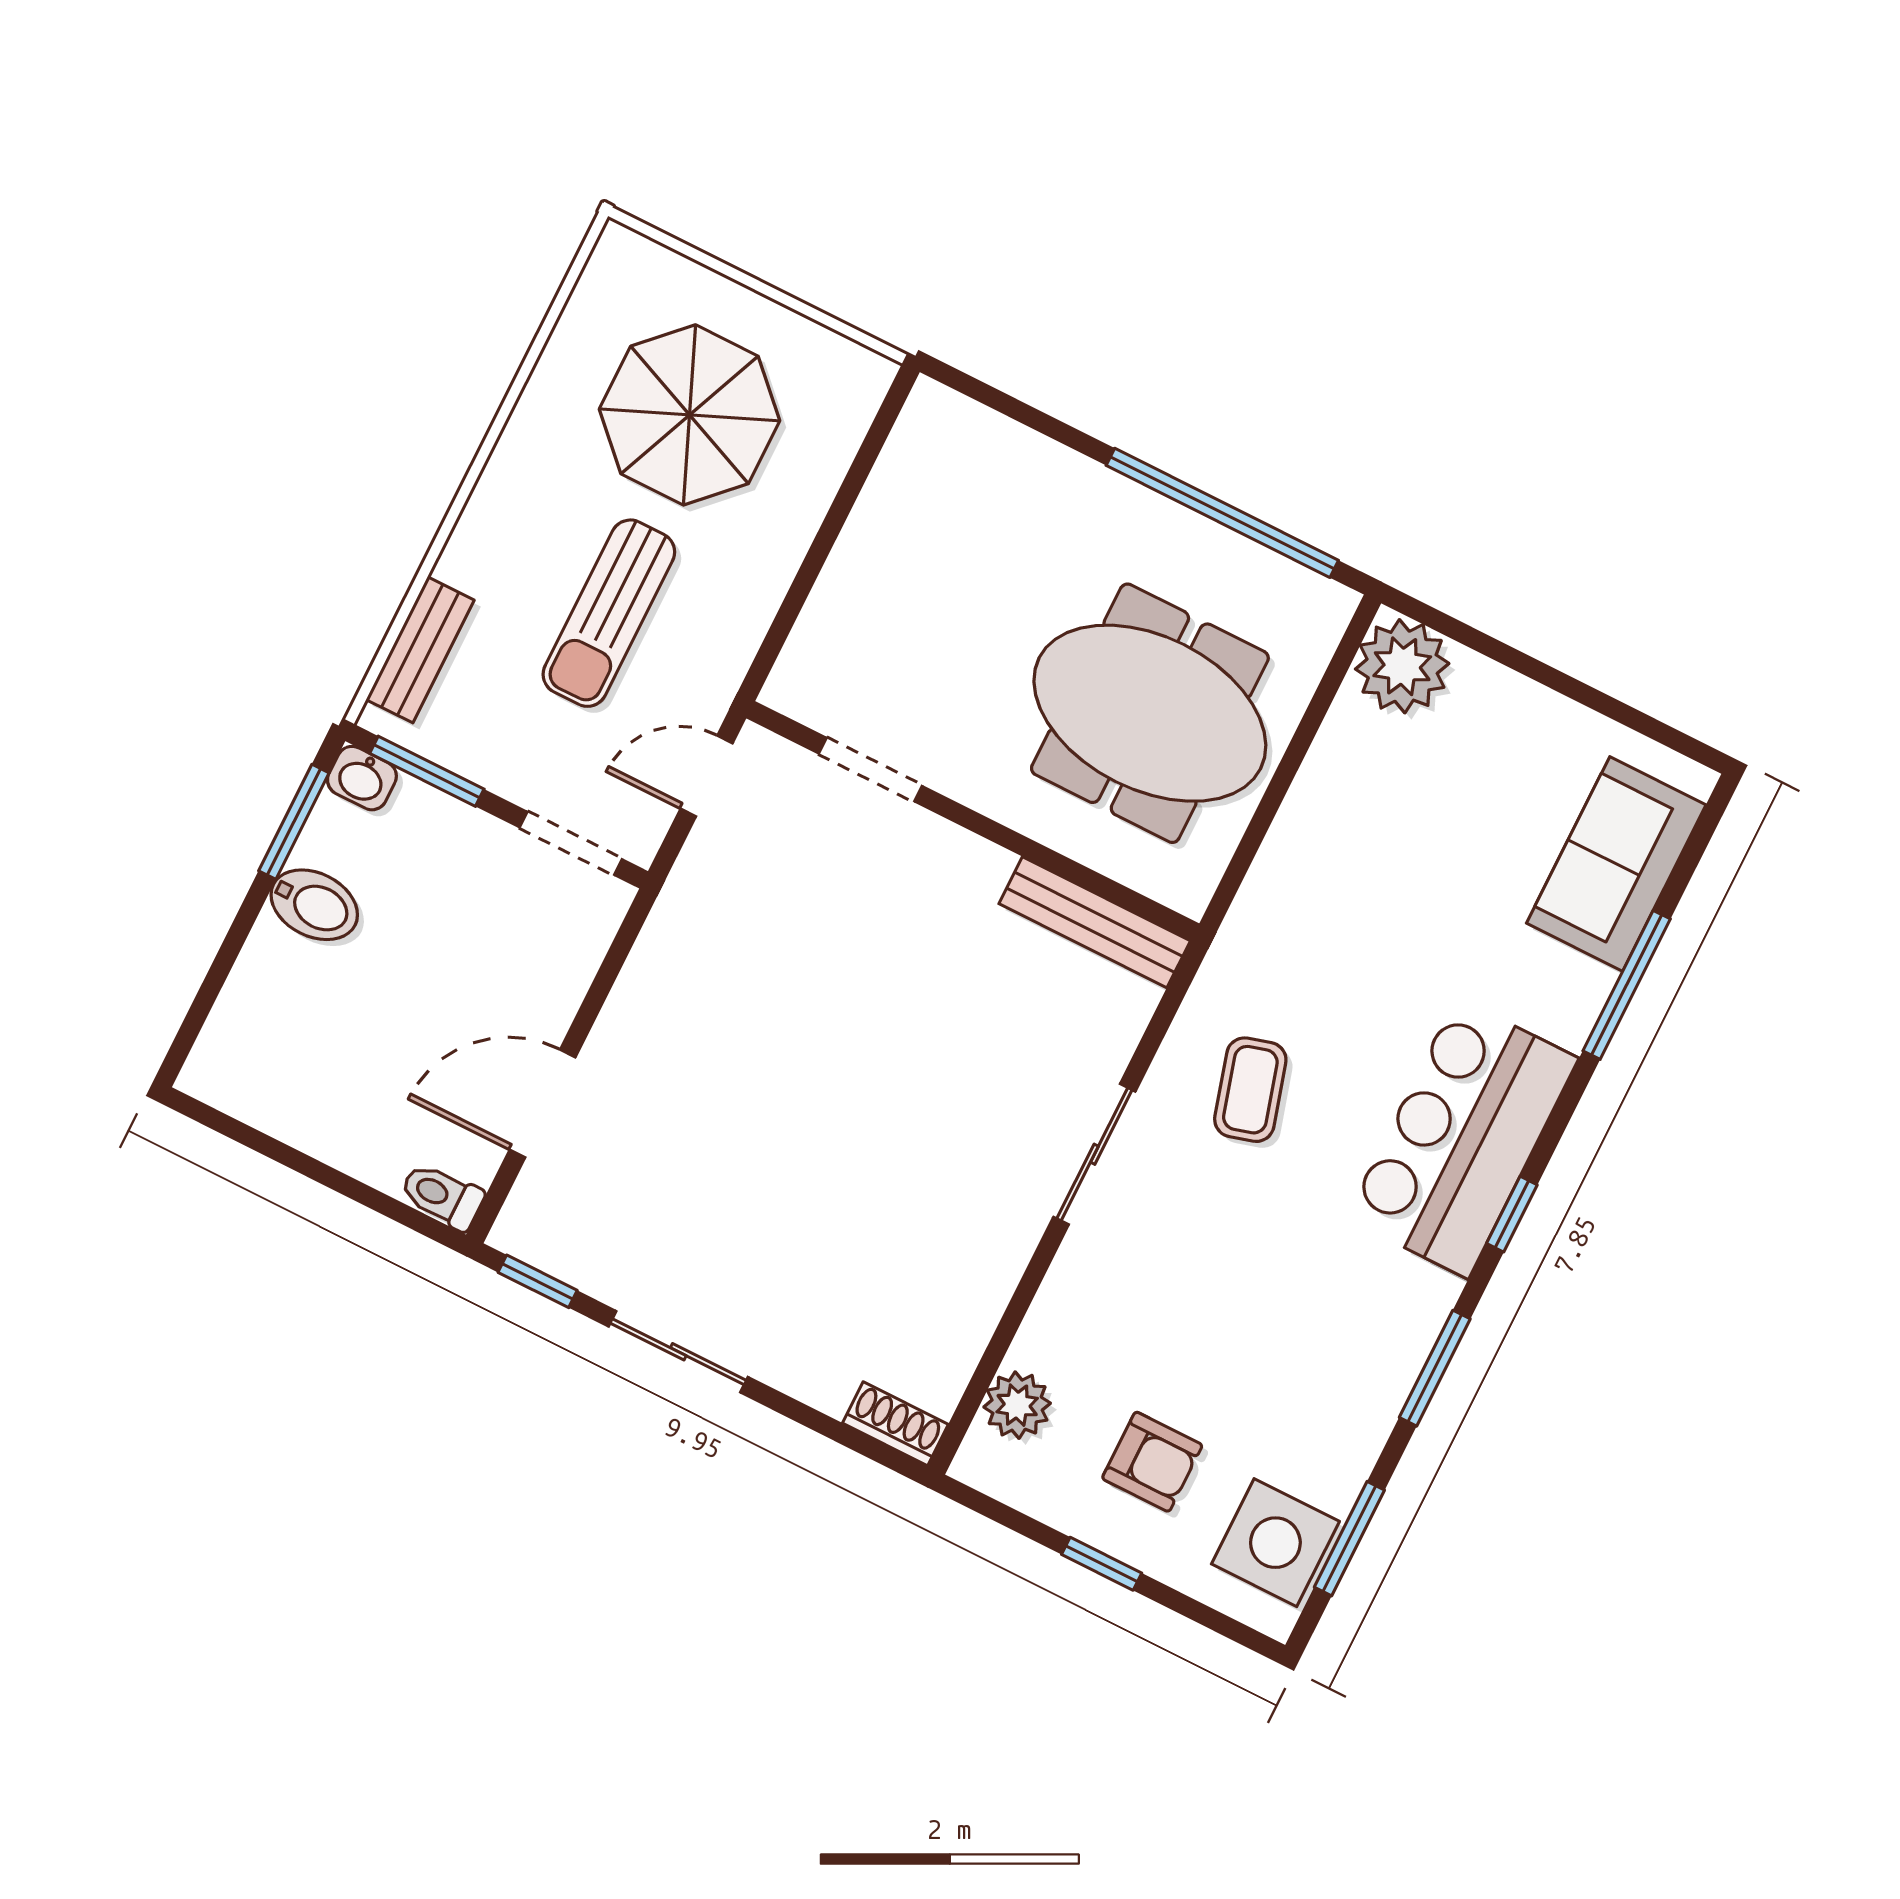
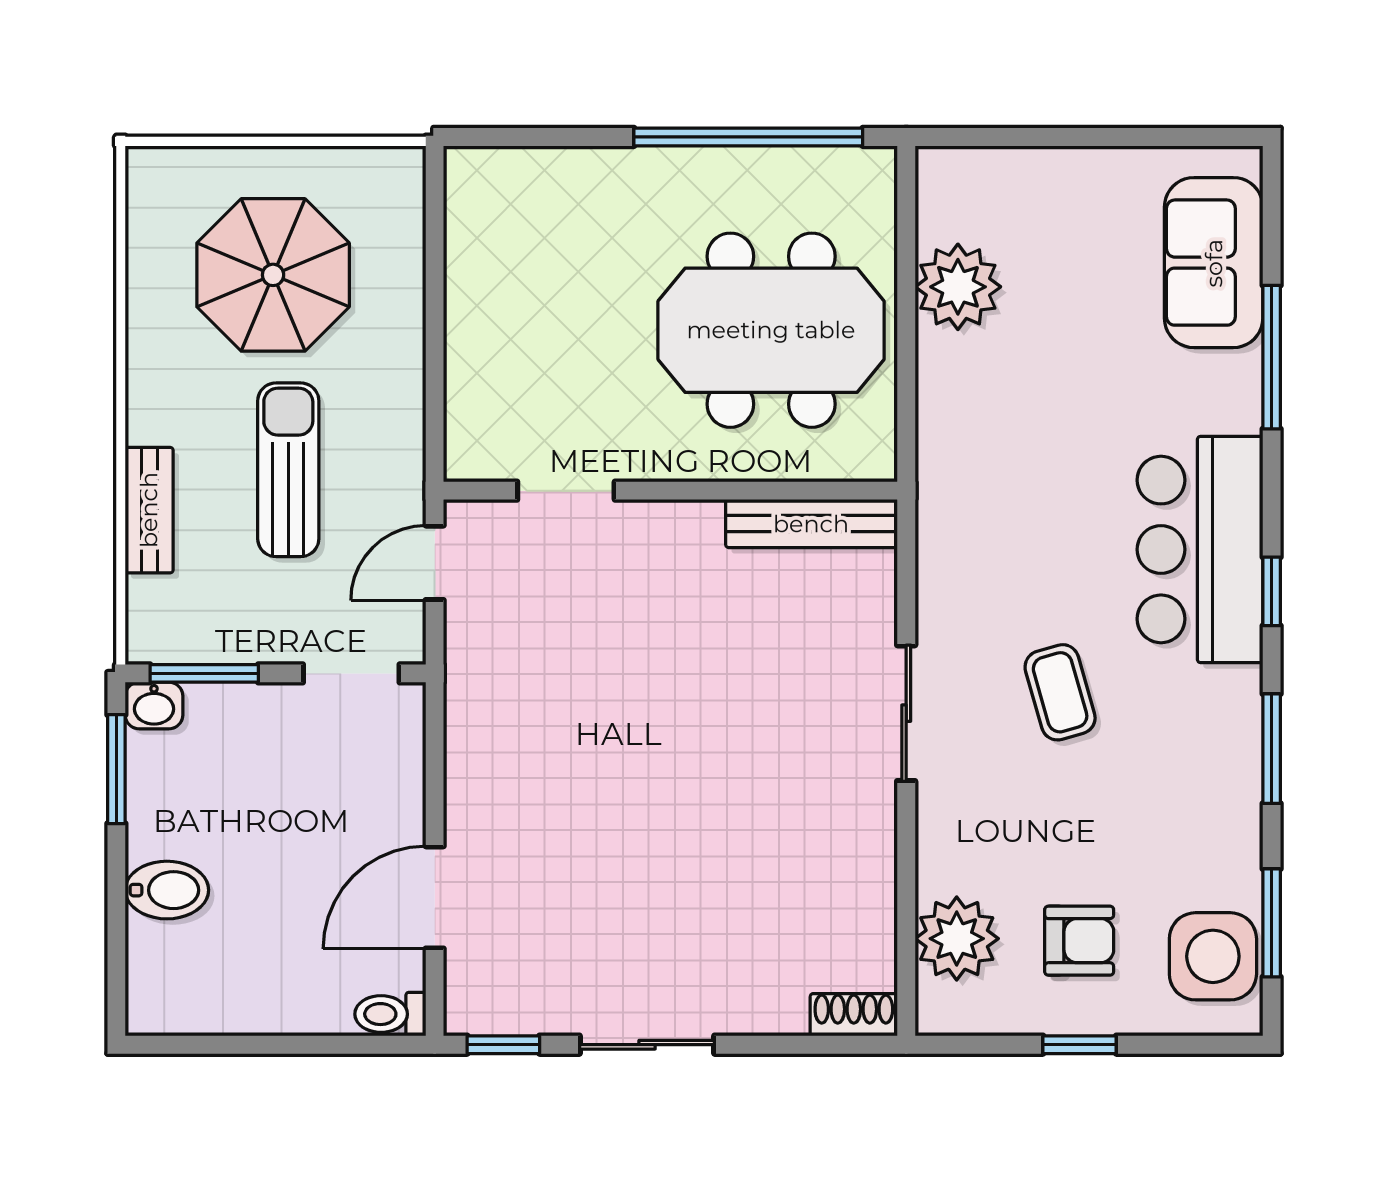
sun lounger: (609, 613) -> (288, 470), turned 180
bench: (420, 650) -> (149, 510), moved
plant: (1402, 666) -> (958, 287), moved
bidet: (314, 905) -> (167, 890), moved
coffee table: (1250, 1090) -> (1060, 692), moved
plant: (1017, 1405) -> (957, 939), width x1.36, depth x1.36

